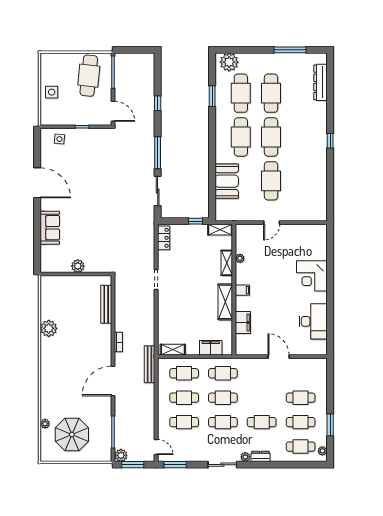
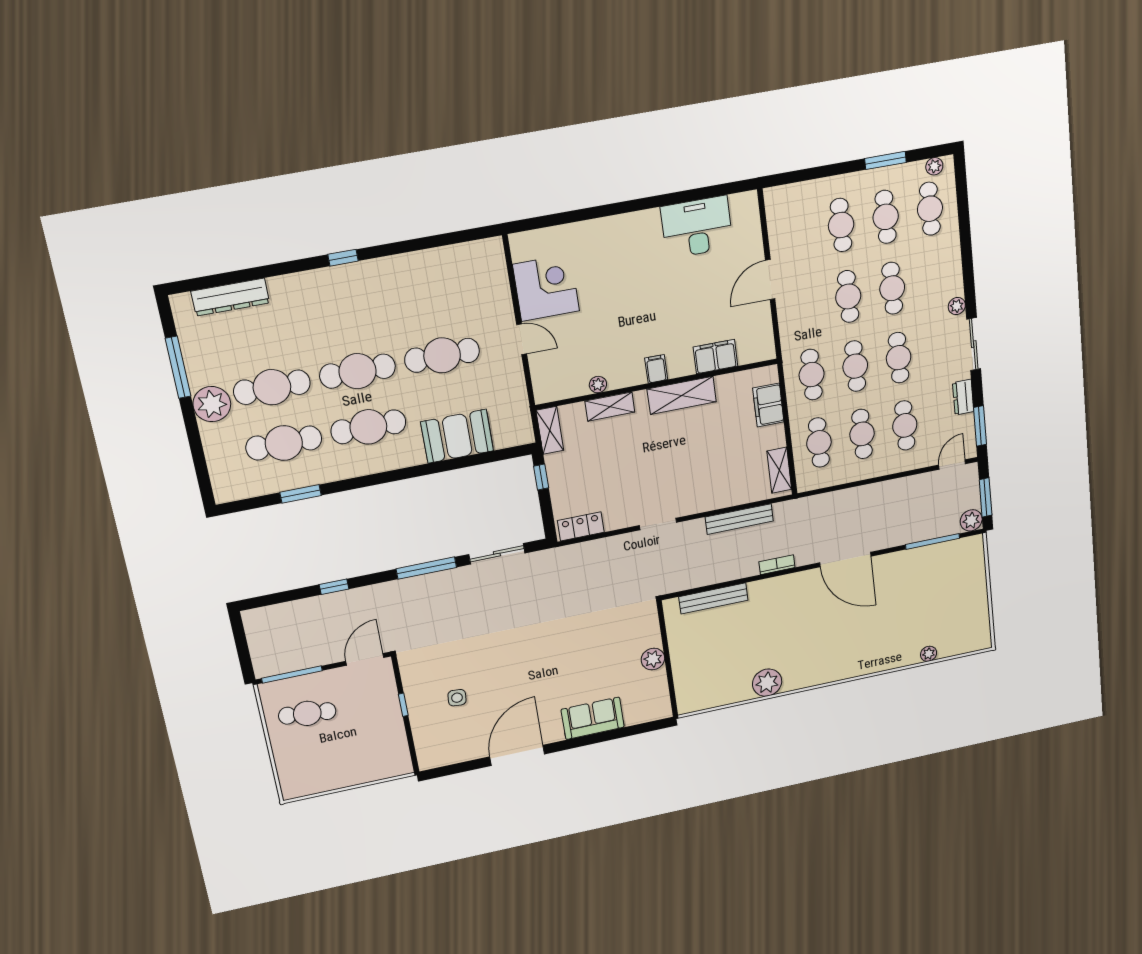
plant: (229, 62) -> (212, 404), moved
cafe table: (89, 76) -> (307, 713), width x0.73, depth x0.74
side table: (52, 92) -> (350, 767), removed
side table: (59, 139) -> (457, 698), moved
corner desk: (312, 276) -> (546, 288), moved, turned -90
bench: (149, 364) -> (739, 519), moved
cafe table: (262, 398) -> (848, 296), added
parasol: (72, 434) -> (943, 607), removed
dresser: (260, 456) -> (963, 397), moved

